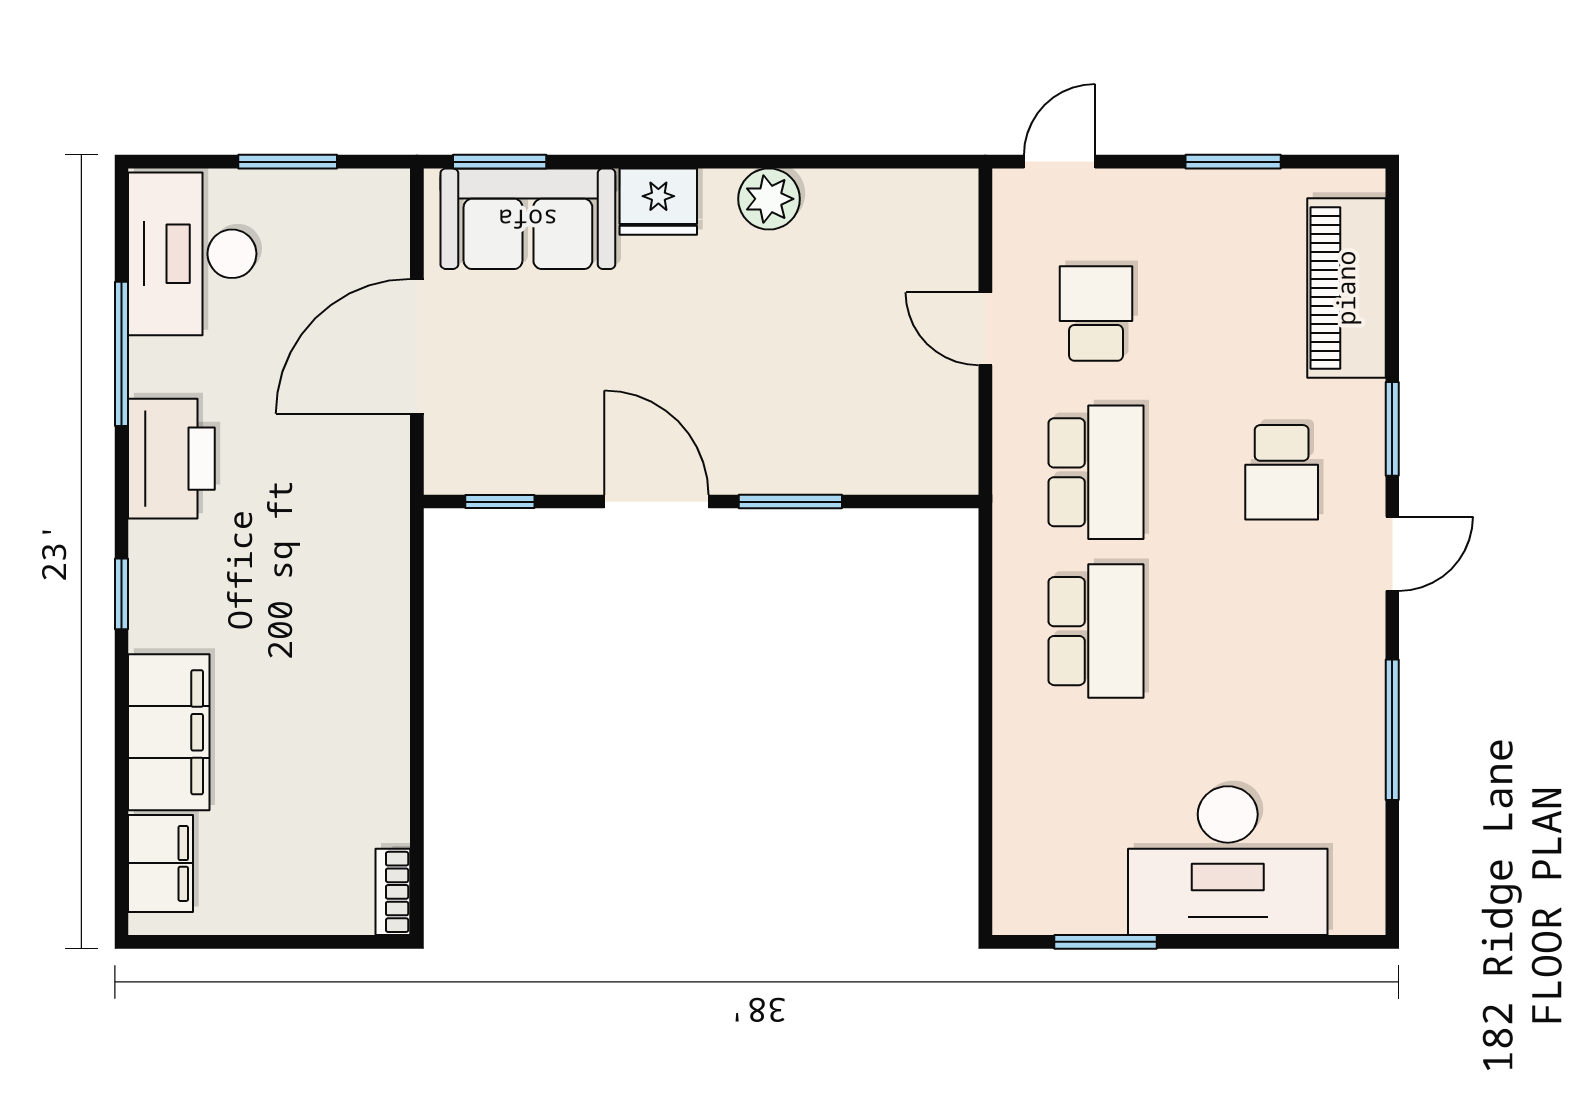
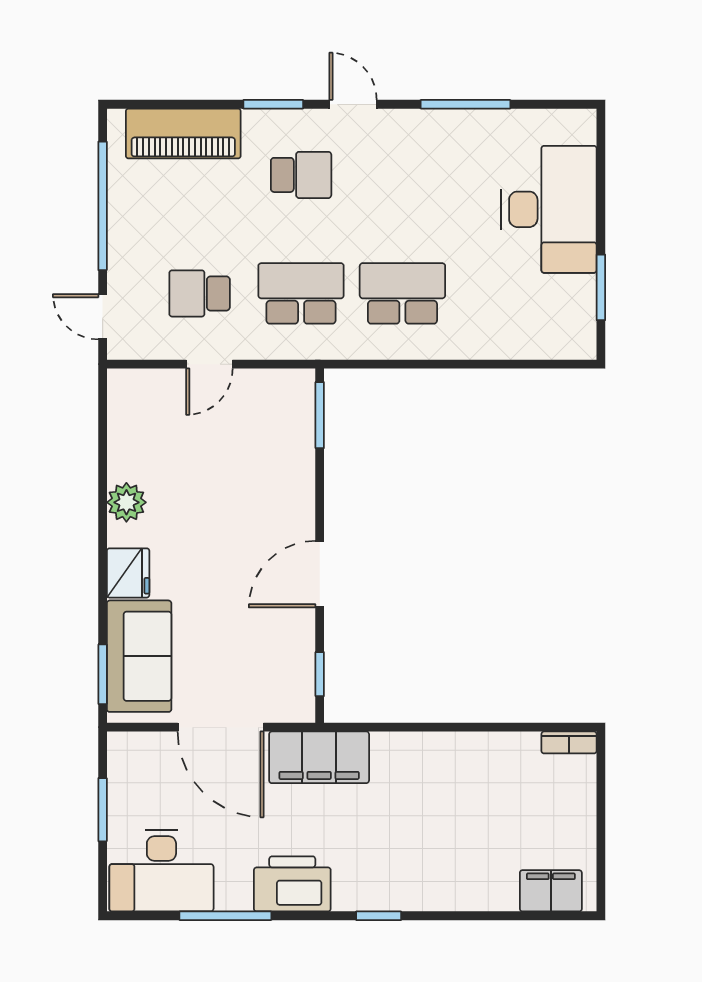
window: (1233, 162) -> (103, 206), width x2.11
window: (790, 502) -> (320, 415), moved
filing cabinet: (169, 732) -> (319, 757), moved, turned 180

